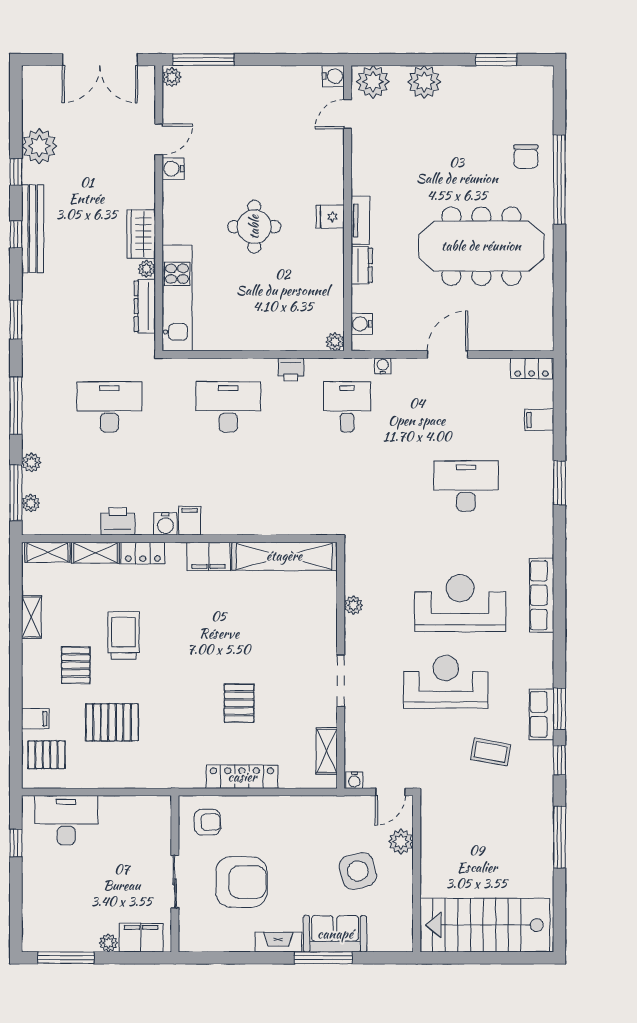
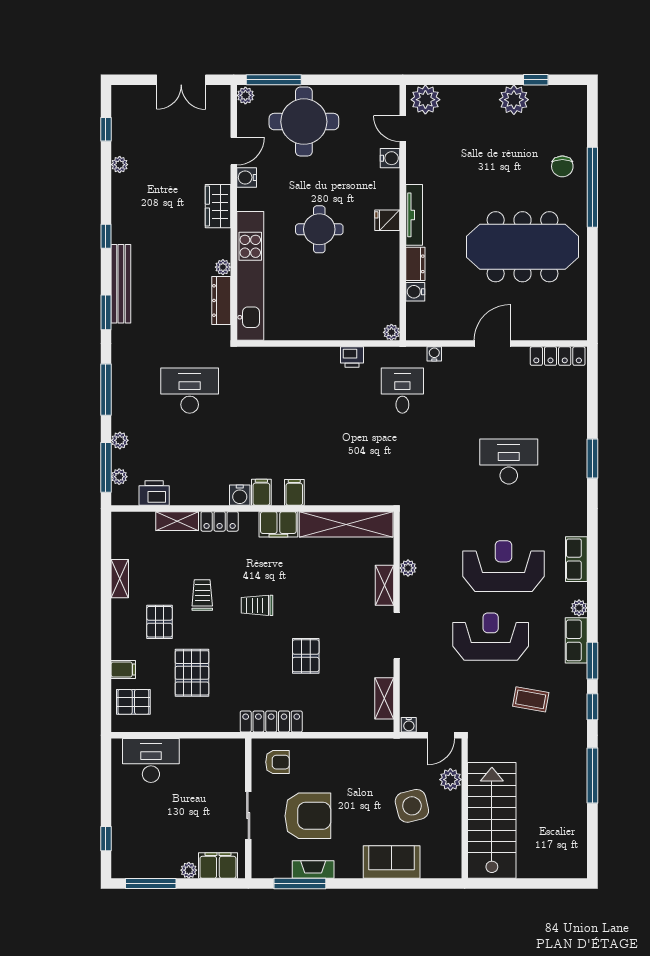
double door: (100, 60) -> (181, 80), width x0.73
window: (496, 60) -> (536, 80), width x0.67
water cooler: (333, 76) -> (390, 158), moved
plant: (424, 82) -> (514, 100), moved
round table: (237, 106) -> (304, 122), added
door: (348, 114) -> (403, 129), hinge flipped
plant: (39, 146) -> (120, 165), width x0.53, depth x0.53
window: (16, 172) -> (106, 129), moved
tv unit: (360, 220) -> (414, 215), width x1.41
bench: (33, 229) -> (121, 284), moved
wardrobe: (141, 234) -> (218, 206), moved
kitchen unit: (177, 298) -> (250, 276), width x1.36
water cooler: (362, 324) -> (415, 292), moved
locker: (532, 368) -> (558, 356), width x1.53
desk: (228, 407) -> (296, 391), removed
filing cabinet: (539, 420) -> (294, 492), moved, turned 90
printer: (118, 521) -> (154, 493), moved
shelving: (47, 552) -> (384, 585), moved, turned 90
row of seats: (542, 595) -> (576, 559), width x0.68
trolley: (123, 635) -> (202, 595), width x0.73, depth x0.72
trolley: (185, 647) -> (257, 605), added
plant: (545, 650) -> (579, 608), added
row of seats: (542, 714) -> (576, 640), moved
pallet: (112, 722) -> (192, 673), turned 90
locker: (242, 777) -> (271, 721), moved
window: (16, 843) -> (106, 839), moved
stairs: (485, 925) -> (492, 820), moved, turned 90
fireplace: (278, 942) -> (313, 870), moved
window: (323, 958) -> (300, 884), moved

